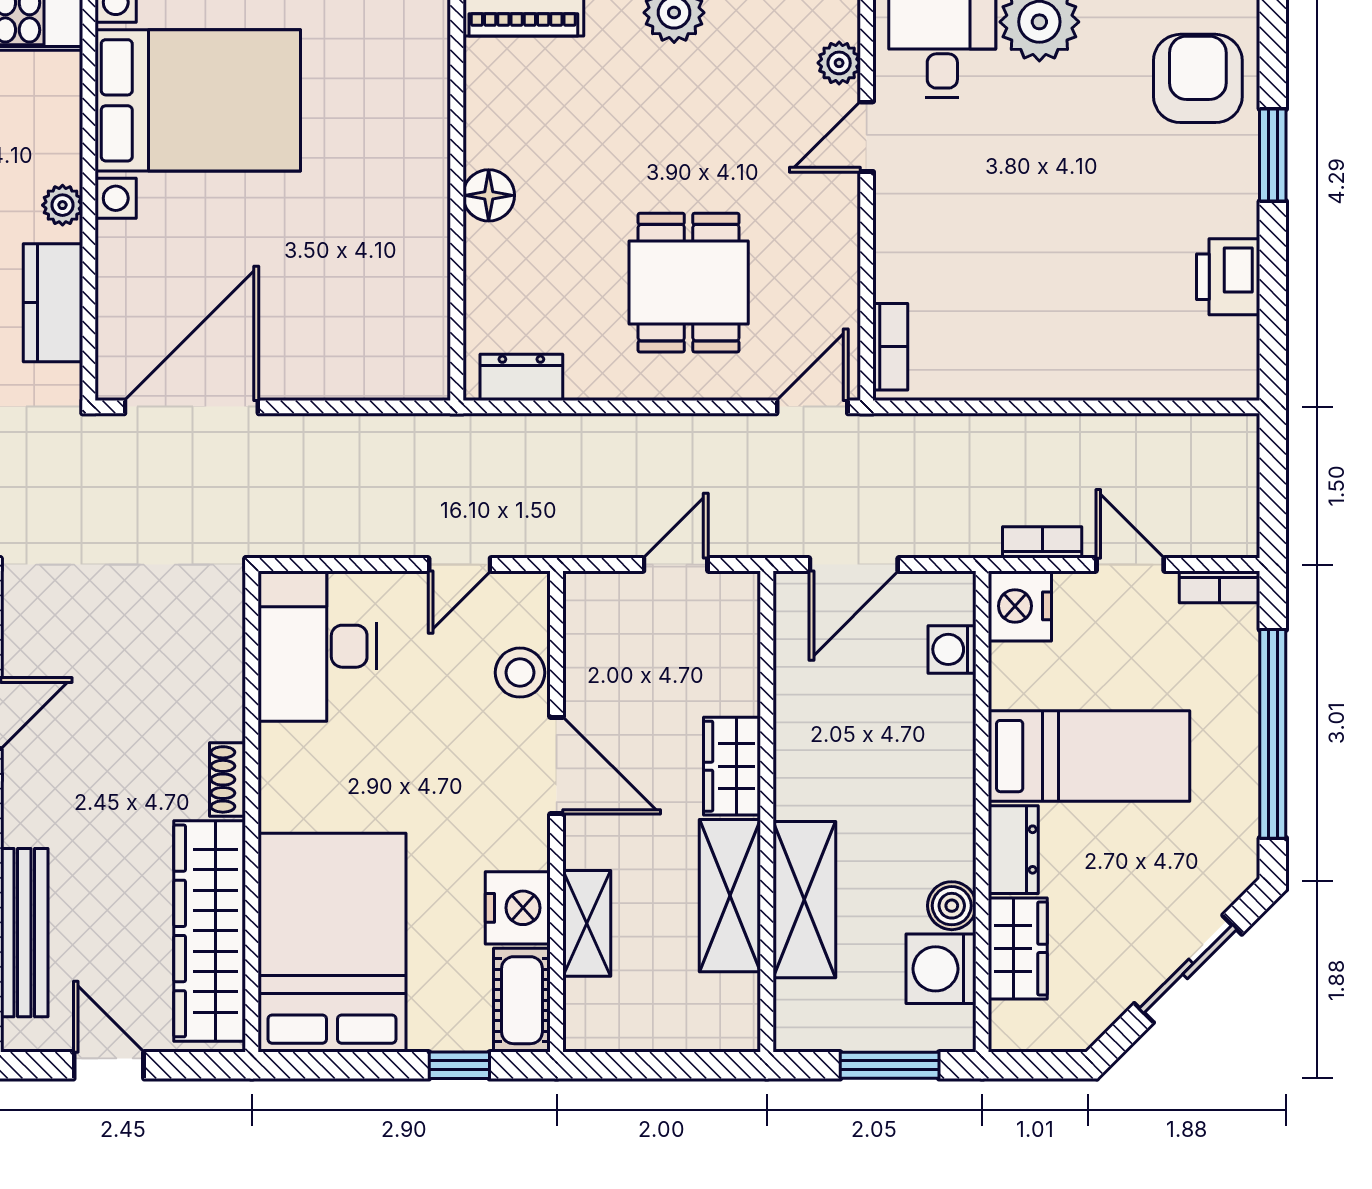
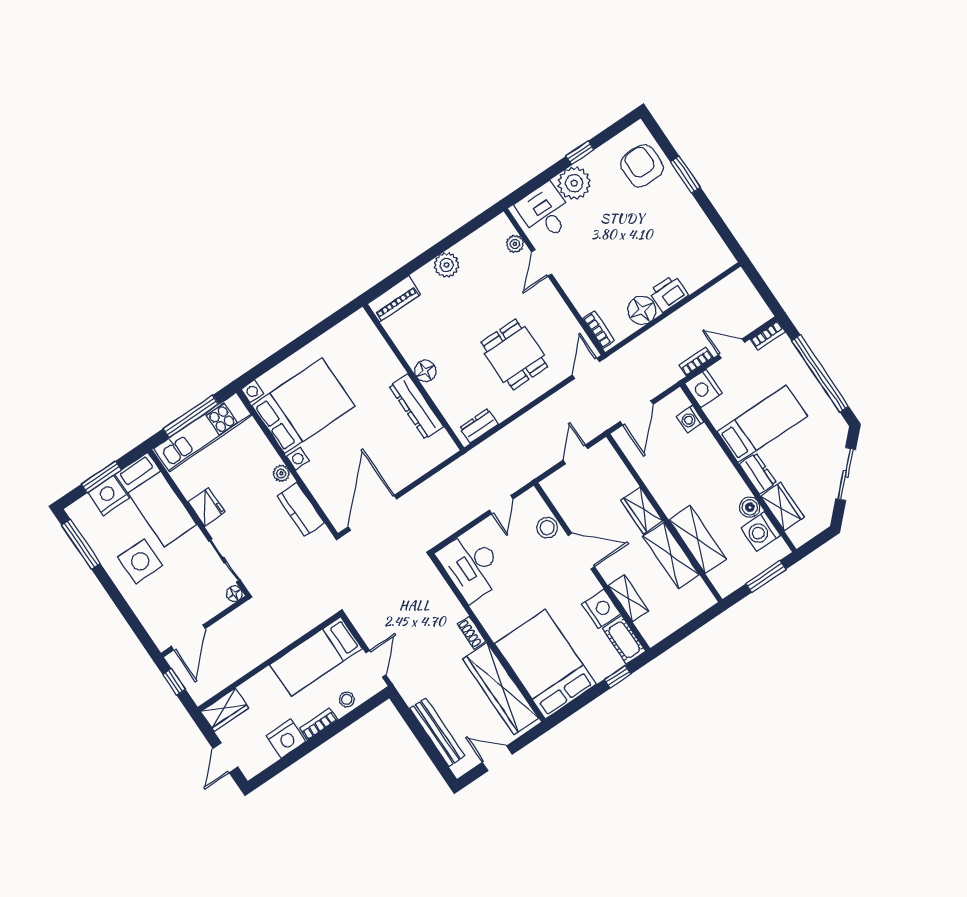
dresser: (423, 254) -> (416, 406), added
printer: (1228, 277) -> (668, 293), moved, turned 90
floor lamp: (1002, 367) -> (642, 310), added

